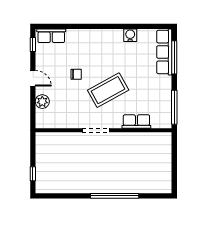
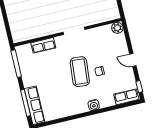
water cooler: (130, 35) -> (94, 105), moved
coffee table: (108, 90) -> (80, 72), moved, turned -56
plant: (42, 102) -> (117, 28), moved

